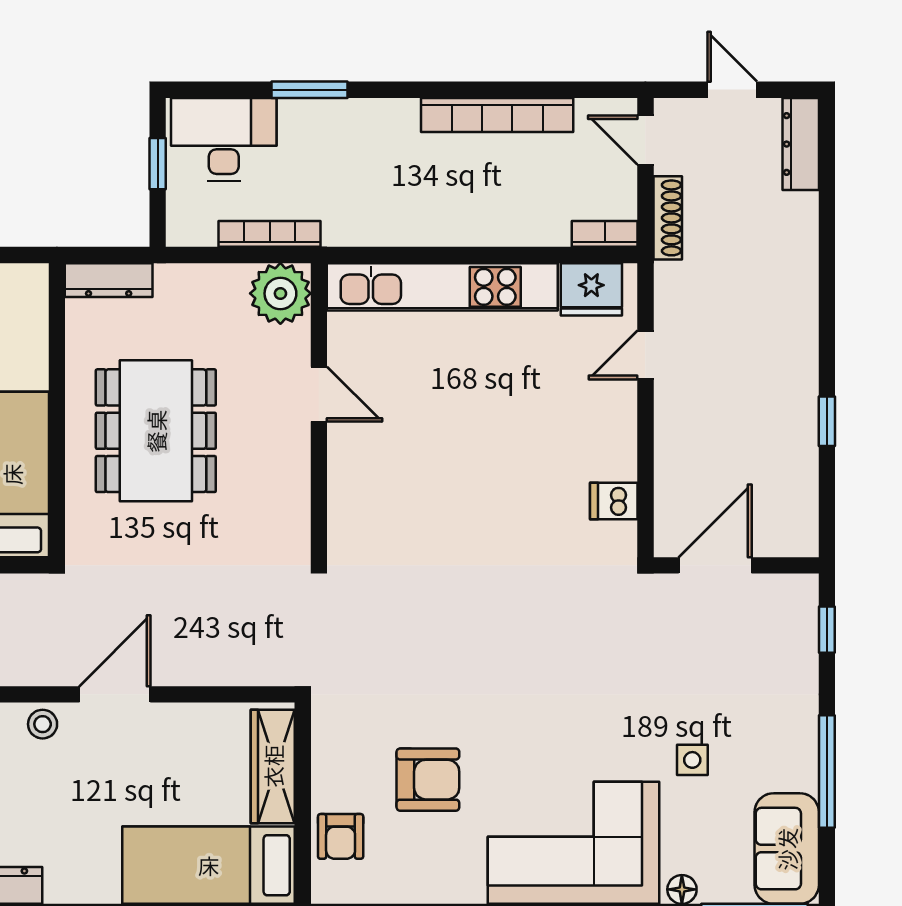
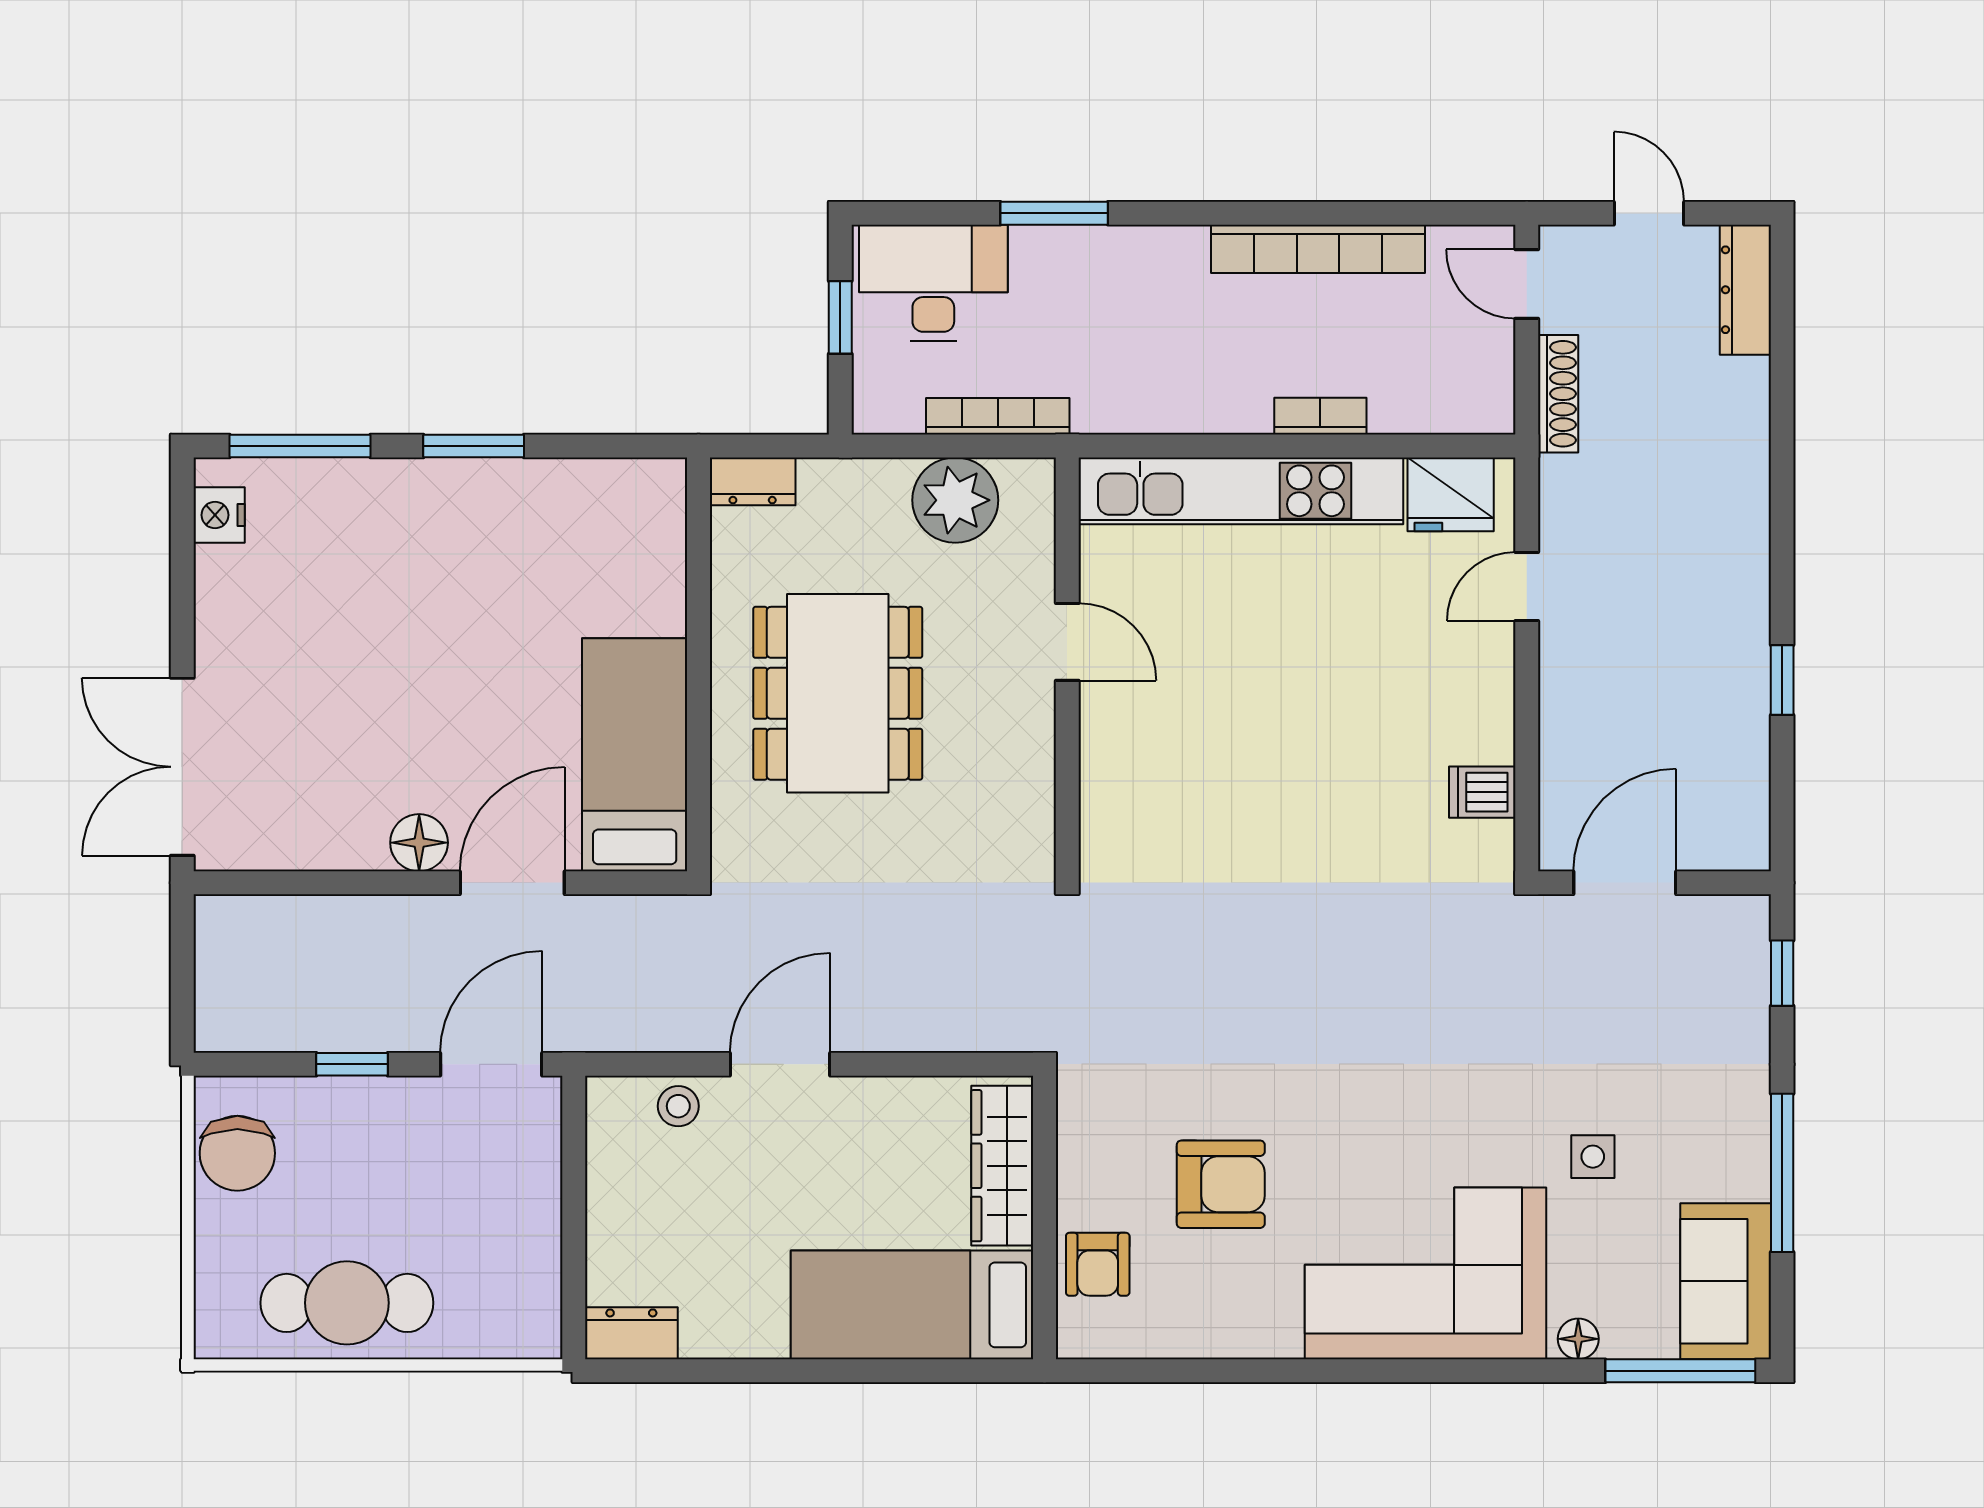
bookcase: (605, 234) -> (1320, 416), moved
dresser: (109, 280) -> (753, 481), width x0.70
plant: (280, 293) -> (955, 500), moved

